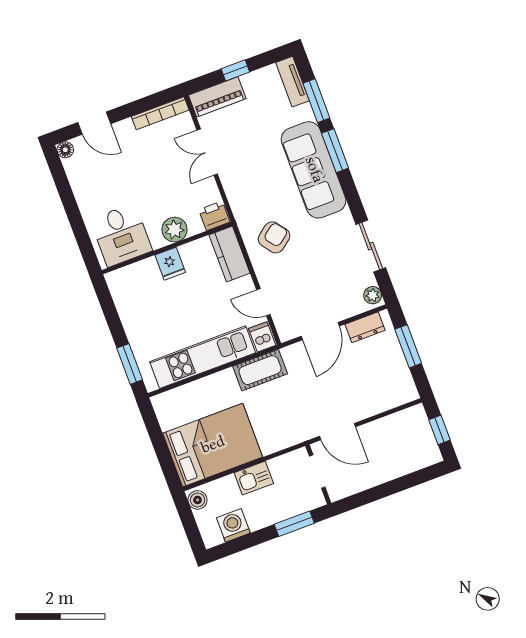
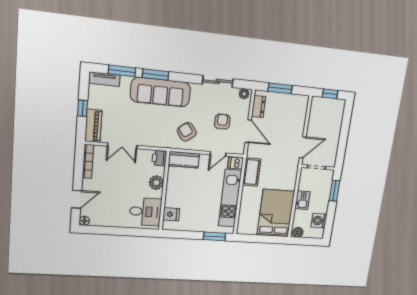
fridge: (170, 264) -> (171, 214), moved
armchair: (315, 283) -> (222, 122), added

